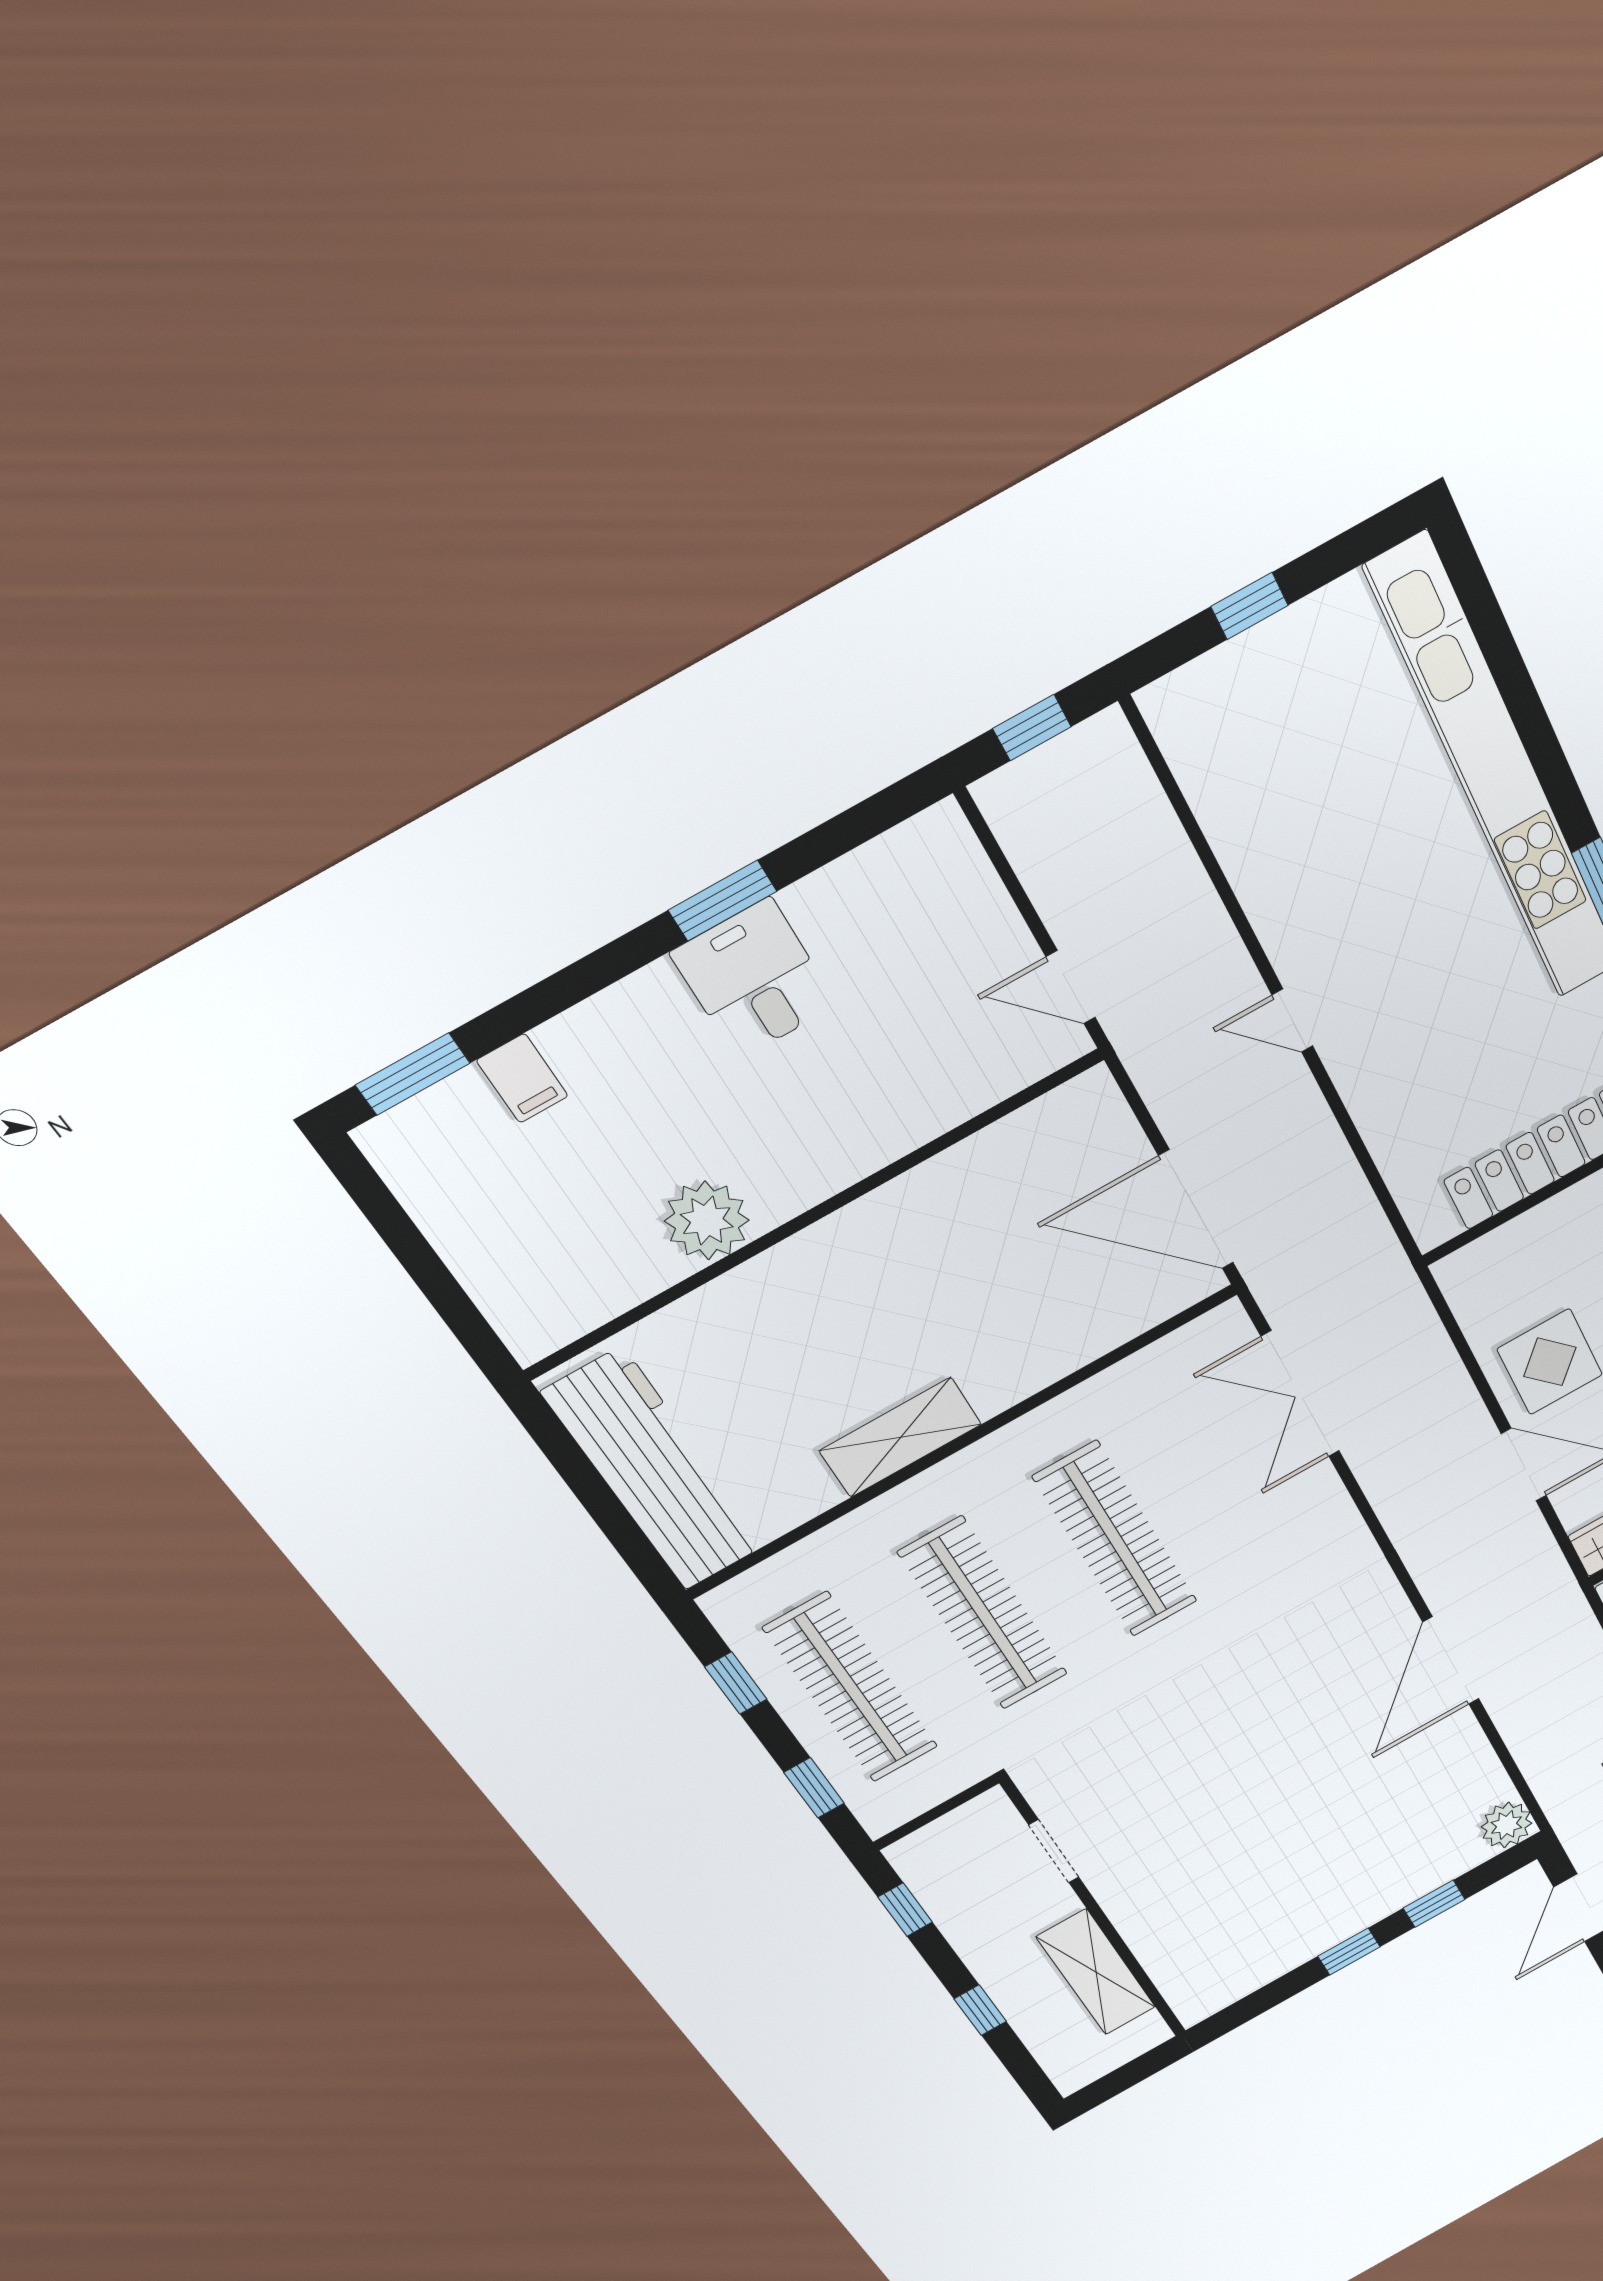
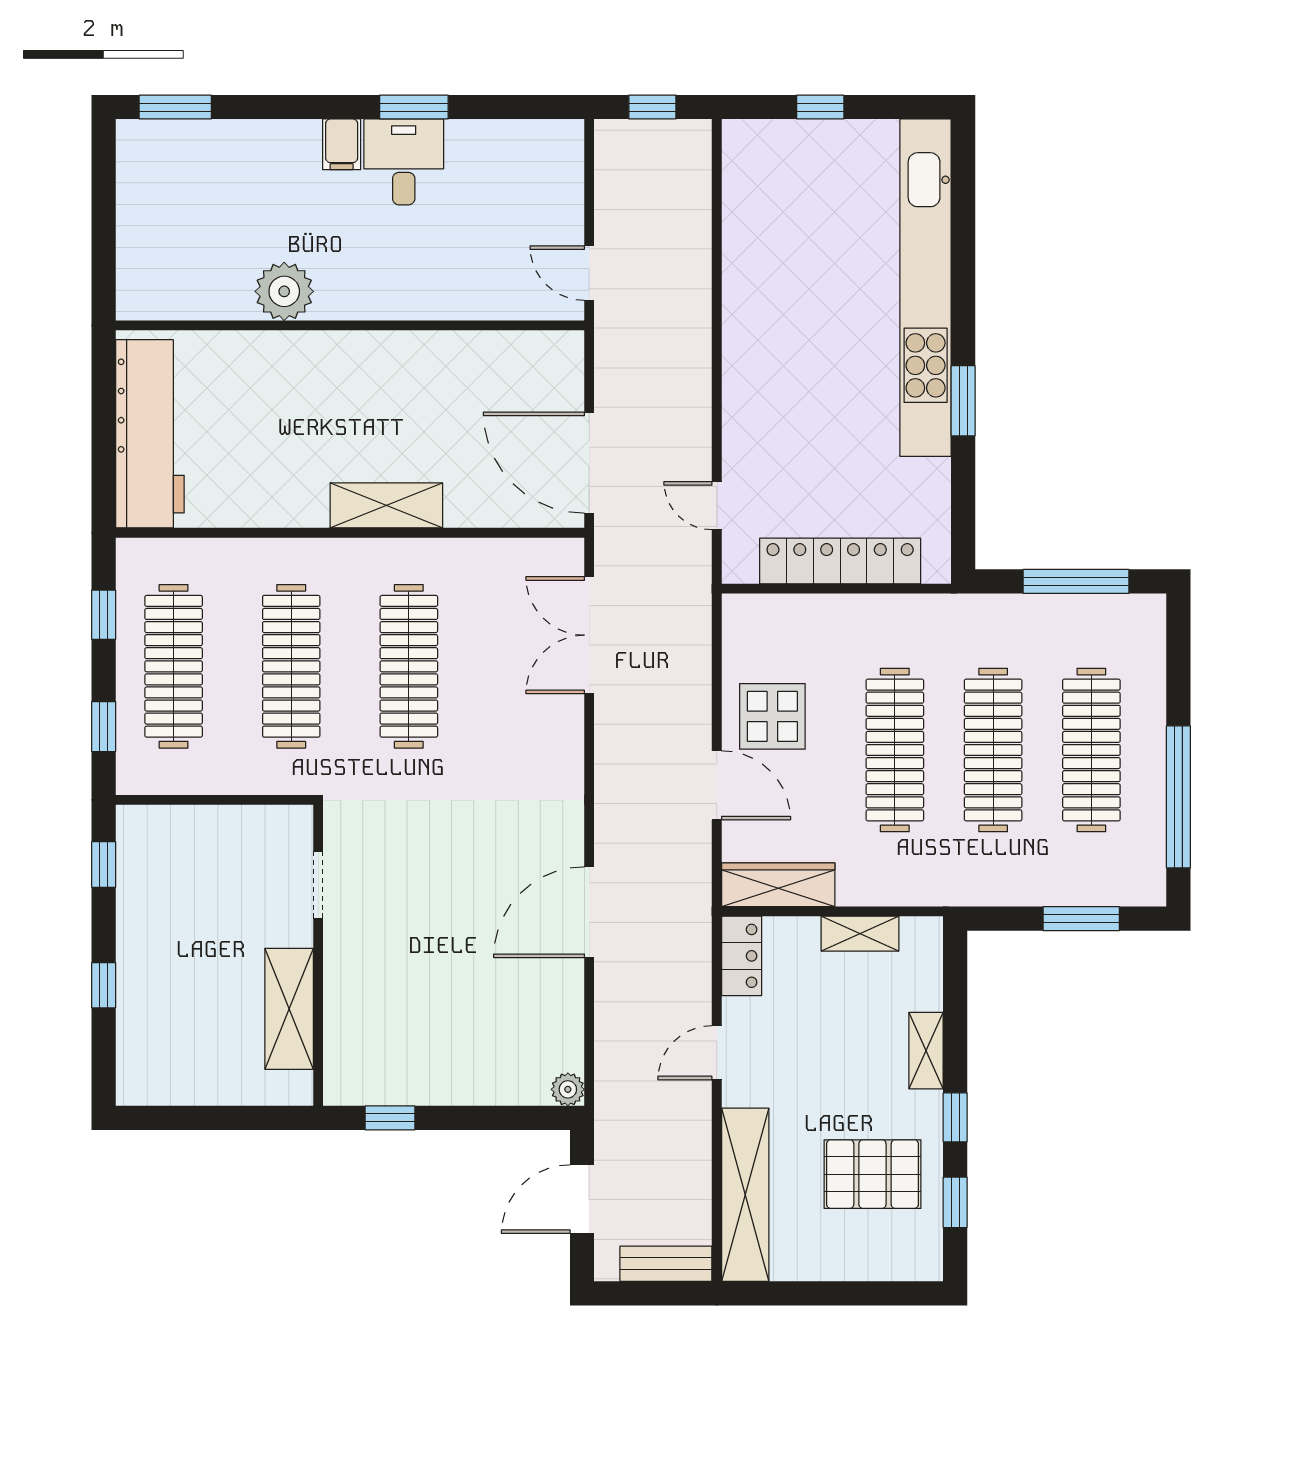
door: (1292, 1021) -> (717, 506), moved
filing cabinet: (522, 1078) -> (342, 144), moved
shelving: (900, 1437) -> (386, 505), moved
plant: (1507, 1825) -> (568, 1089), width x0.73, depth x0.73
doorway: (1054, 1851) -> (318, 885), moved
window: (1434, 1904) -> (474, 1118), removed
wall: (1095, 1911) -> (318, 955), moved
shelving: (1096, 1972) -> (289, 1009), moved

